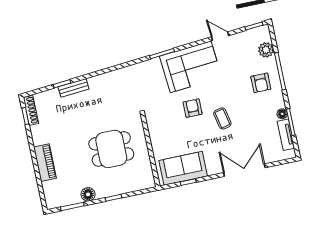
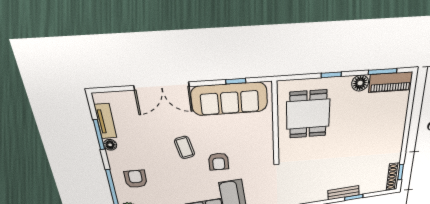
dining table: (111, 149) -> (308, 114), moved, turned 90
piano: (45, 163) -> (391, 82), moved, turned -90
sofa: (183, 168) -> (229, 99), width x1.36

